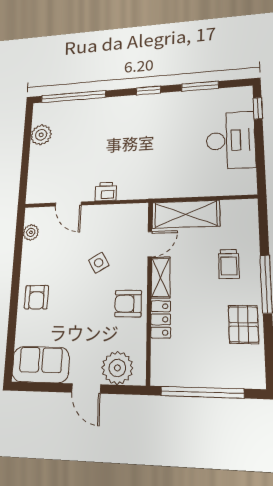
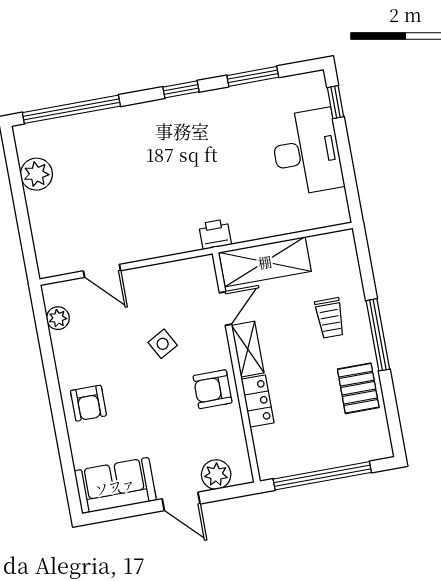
printer: (106, 192) -> (215, 234), moved
plant: (117, 368) -> (216, 475), width x0.73, depth x0.73

